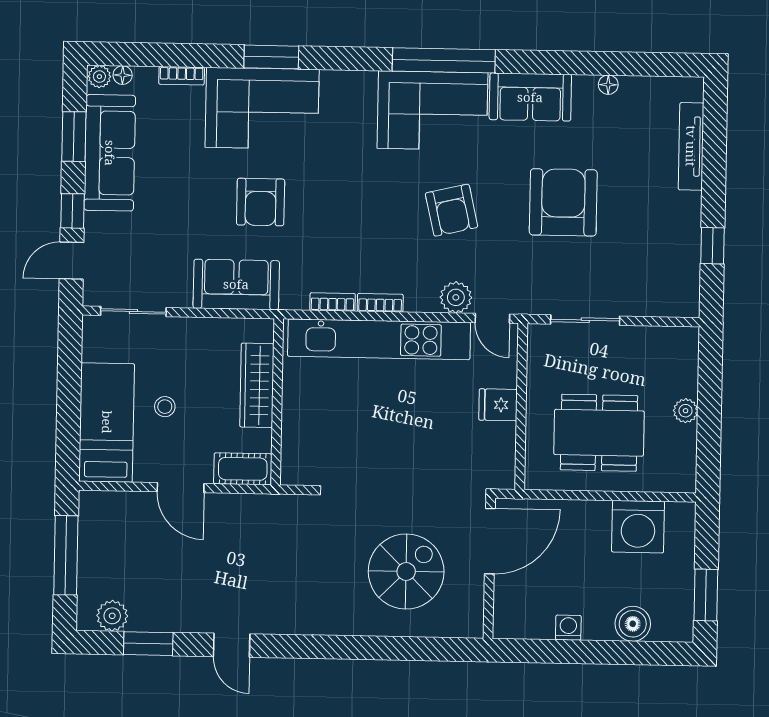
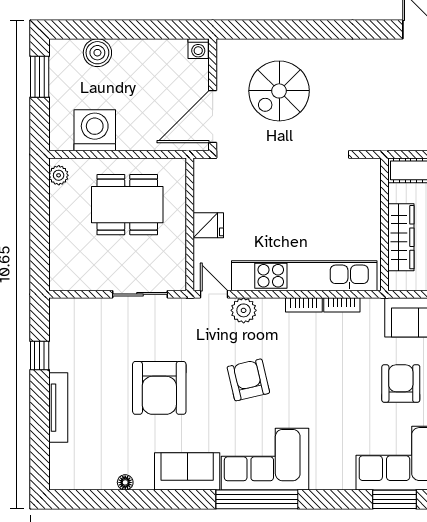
tv unit: (691, 146) -> (58, 408), moved
plant: (686, 411) -> (59, 175), moved
washing machine: (568, 628) -> (198, 49), moved

